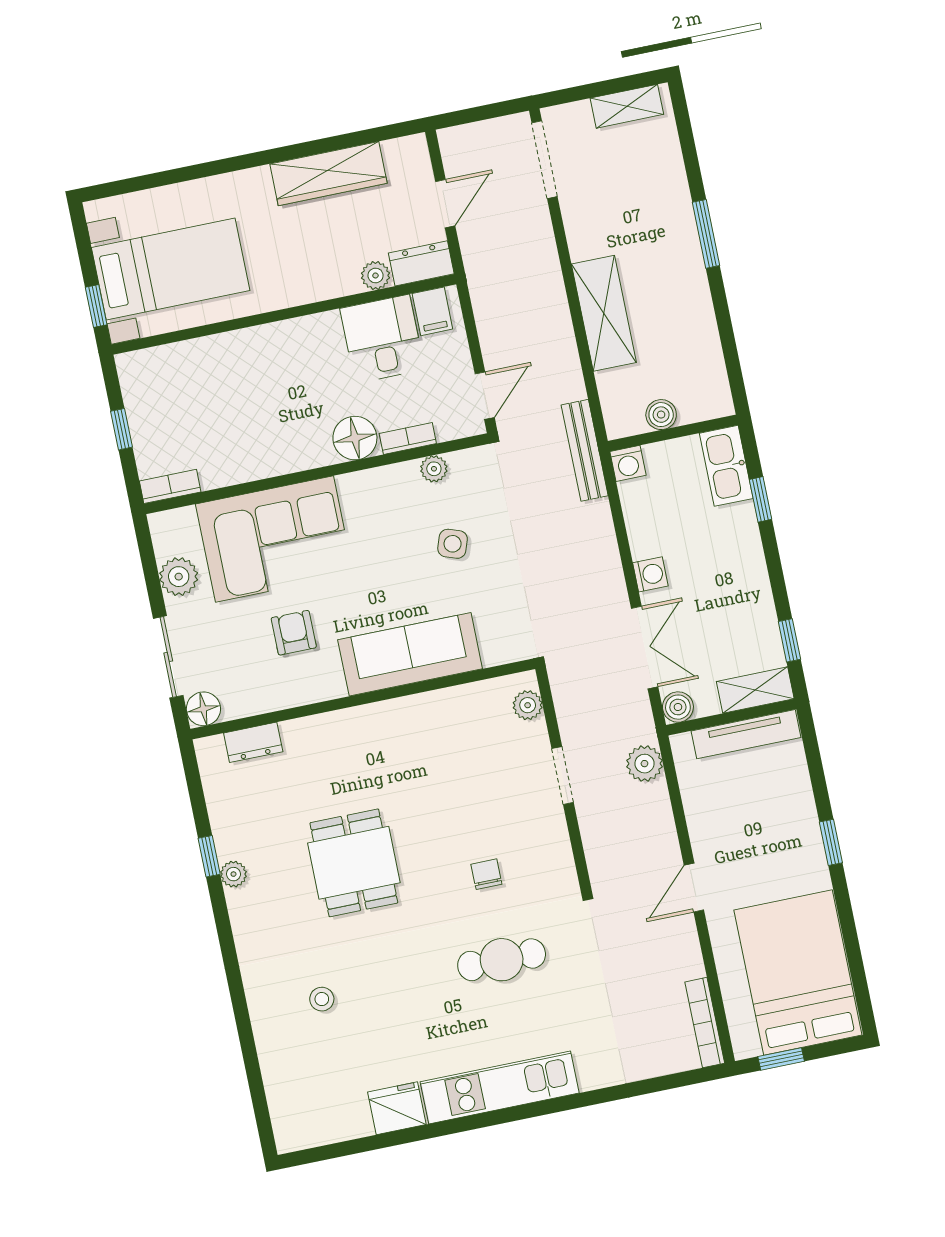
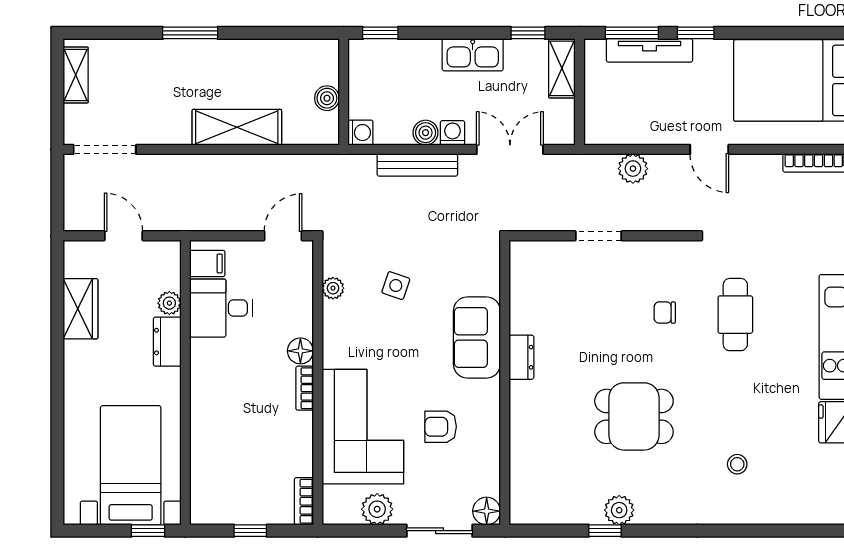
wardrobe: (328, 174) -> (81, 309), width x0.67
dresser: (421, 263) -> (167, 342), moved
door: (485, 396) -> (283, 236), hinge flipped
floor lamp: (355, 438) -> (300, 351), width x0.73, depth x0.73
bookcase: (408, 439) -> (305, 388), moved
bench: (585, 450) -> (417, 165), moved
kitchen sink: (726, 466) -> (473, 55), moved
window: (760, 499) -> (380, 33), moved
sofa: (410, 654) -> (477, 338), width x0.73
plant: (528, 705) -> (537, 252), removed
boiler: (678, 707) -> (426, 133), moved
tv unit: (746, 734) -> (650, 50), moved, turned 90
dresser: (253, 742) -> (521, 357), moved
plant: (644, 764) -> (633, 169), moved
window: (815, 766) -> (632, 33), added
plant: (233, 874) -> (619, 510), width x1.38, depth x1.38

